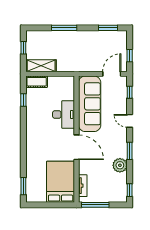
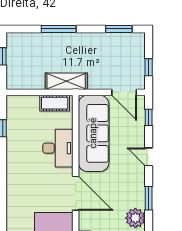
shelving: (41, 66) -> (66, 81), moved
door: (112, 74) -> (124, 92), swing flipped
cot: (37, 82) -> (55, 103), moved

